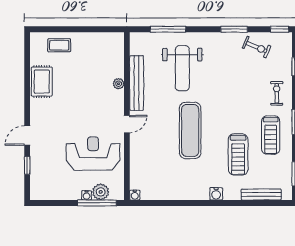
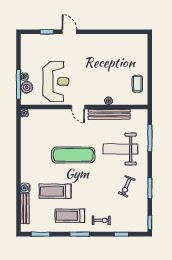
coffee table: (59, 45) -> (137, 84), moved
exercise bike: (257, 47) -> (126, 186), moved
rug: (42, 82) -> (110, 43), removed
water cooler: (216, 194) -> (25, 188), moved

